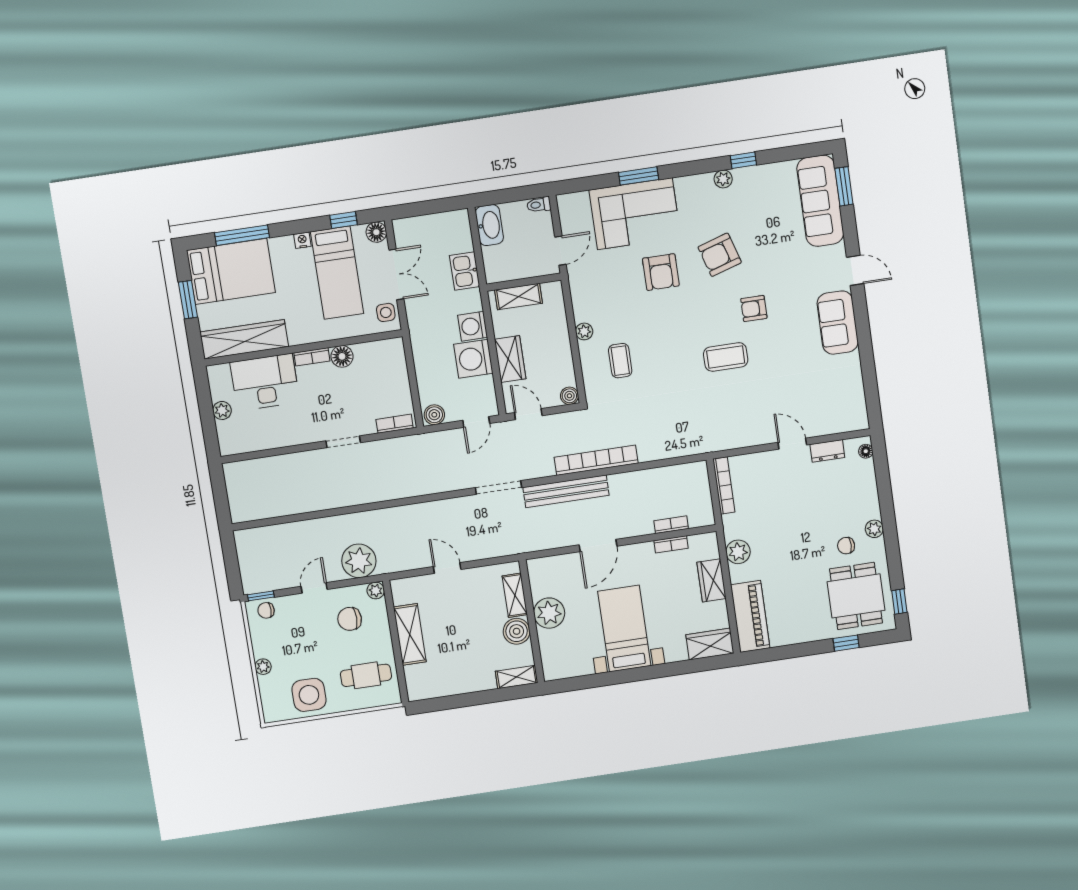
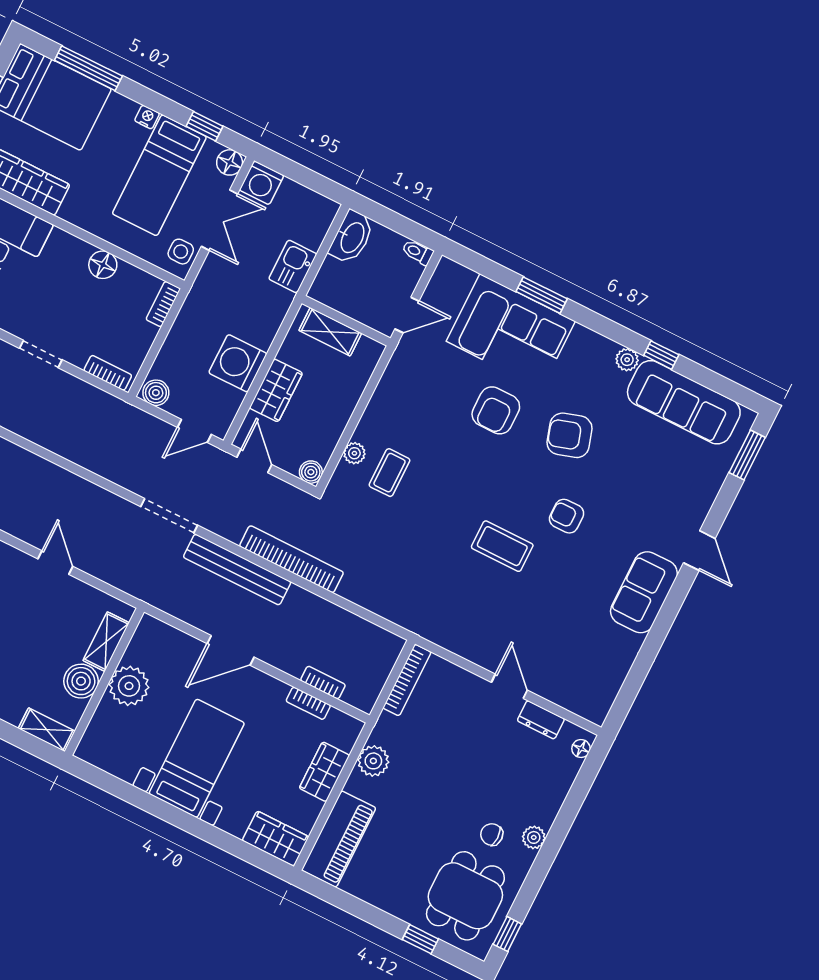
sofa: (820, 201) -> (684, 402), moved, turned -90
washing machine: (473, 326) -> (262, 183), moved, turned -90
plant: (584, 331) -> (354, 453), moved
bookcase: (312, 357) -> (163, 304), moved, turned 90

